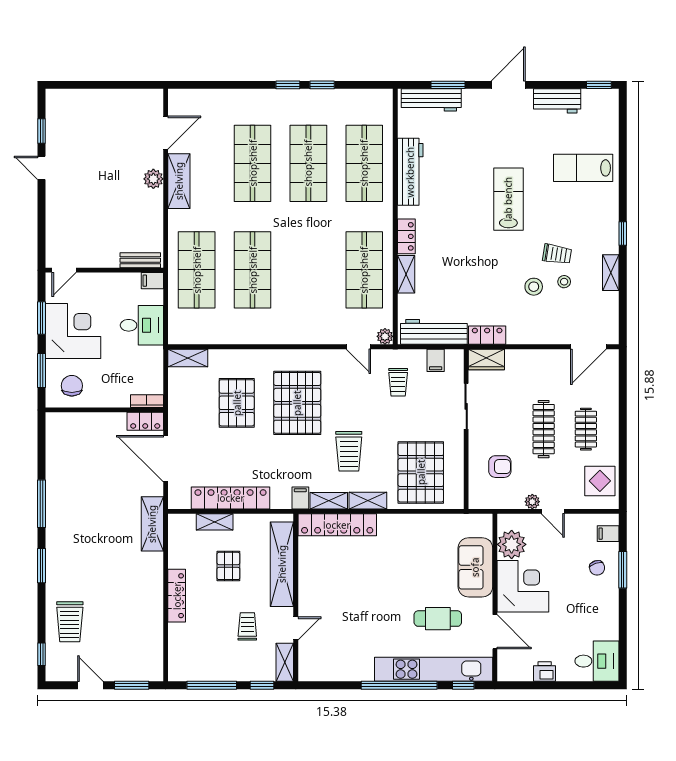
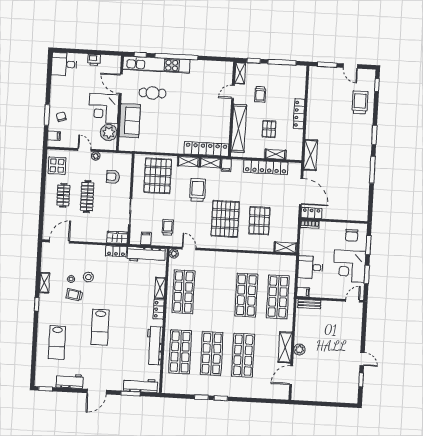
lab bench: (583, 168) -> (57, 343), turned 90

